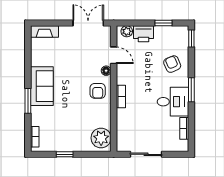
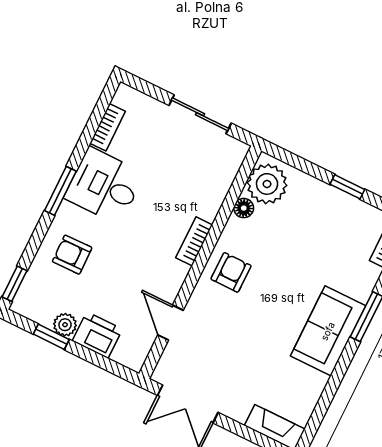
plant: (127, 31) -> (65, 325), moved
armchair: (172, 64) -> (72, 255), turned 112
floor lamp: (106, 71) -> (244, 208), moved

